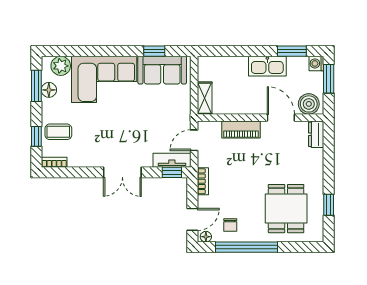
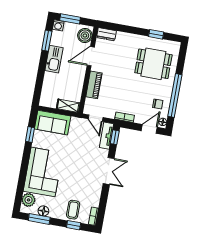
sofa: (162, 70) -> (53, 123), moved, turned 90
door: (192, 219) -> (149, 129), hinge flipped

